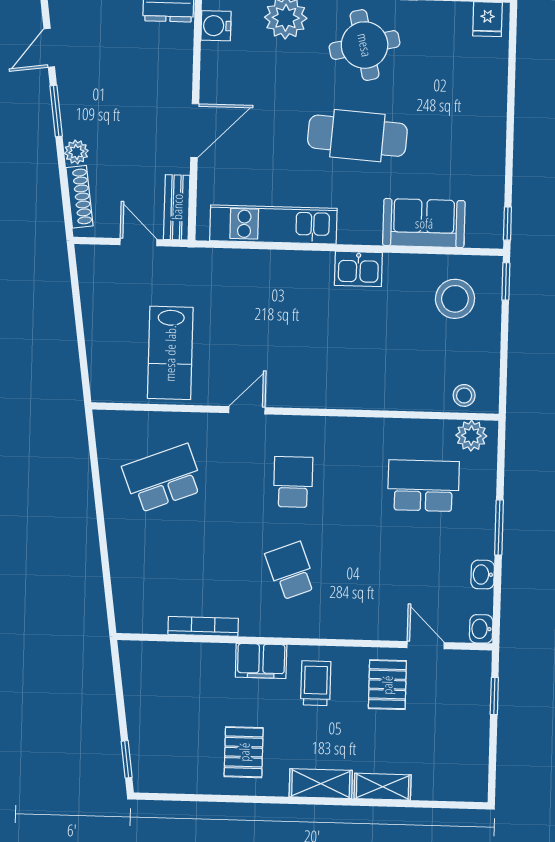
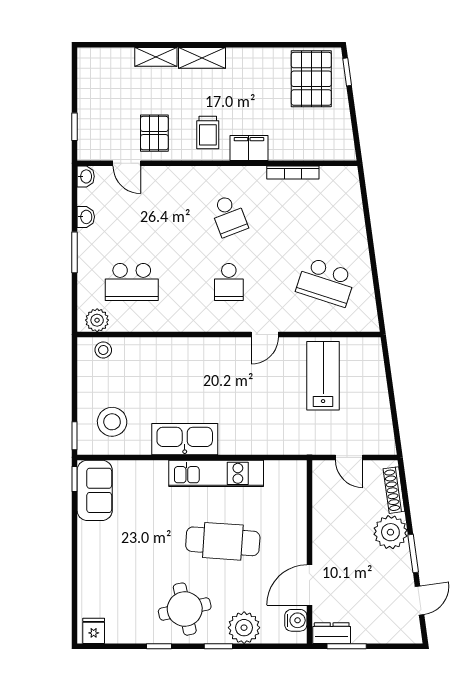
door: (195, 131) -> (309, 585), moved
cafe table: (357, 136) -> (223, 541), moved
plant: (76, 152) -> (390, 532), width x1.87, depth x1.87
bench: (177, 207) -> (321, 484), removed
sofa: (424, 223) -> (95, 490), moved, turned -90
kitchen unit: (273, 225) -> (216, 473), moved
kitchen sink: (358, 269) -> (185, 439), width x1.87, depth x1.24
school desk: (163, 478) -> (326, 282), turned 39
pallet: (244, 752) -> (311, 79), moved, width x1.50, depth x1.42

